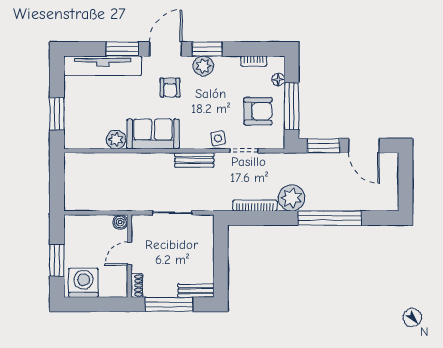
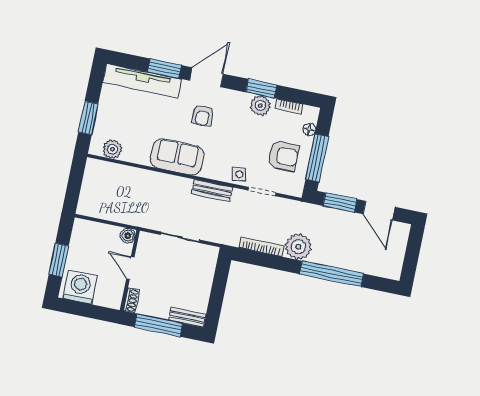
window: (207, 49) -> (261, 89), moved
plant: (203, 66) -> (260, 105), moved
plant: (116, 140) -> (112, 149), moved
door: (129, 253) -> (130, 268), hinge flipped

